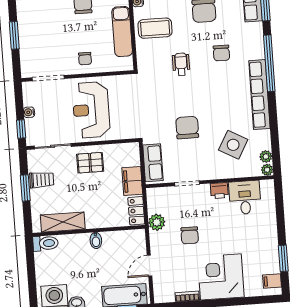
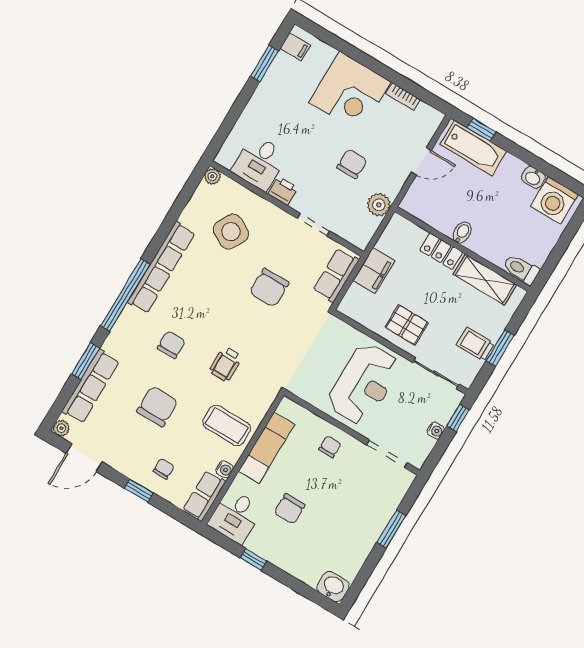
plant: (266, 156) -> (203, 192), removed
locker: (136, 211) -> (441, 251), moved, turned 90

